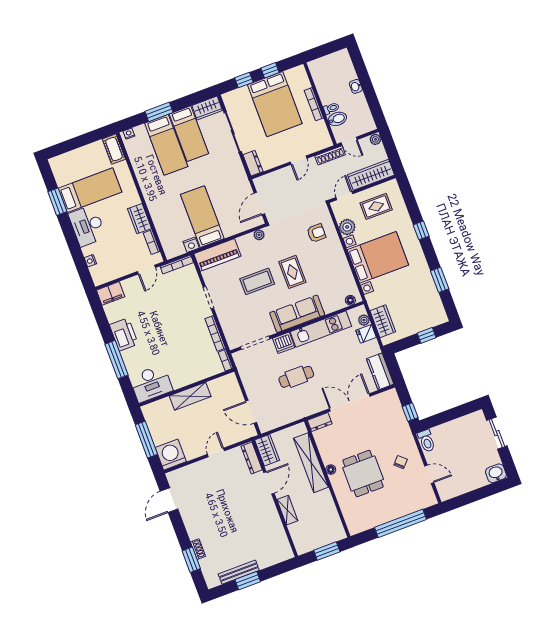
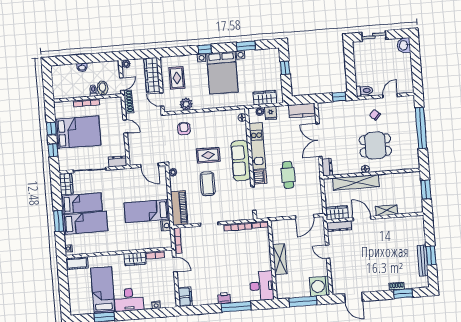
bed with nightstands: (378, 257) -> (222, 73), moved, turned 180
printer: (124, 334) -> (224, 298), width x0.53, depth x0.68

